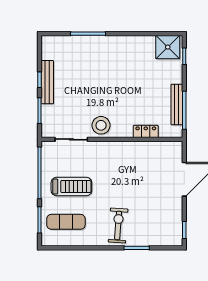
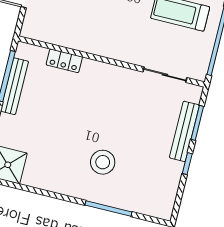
bench: (47, 82) -> (184, 131), moved
stool: (101, 125) -> (103, 162), moved

